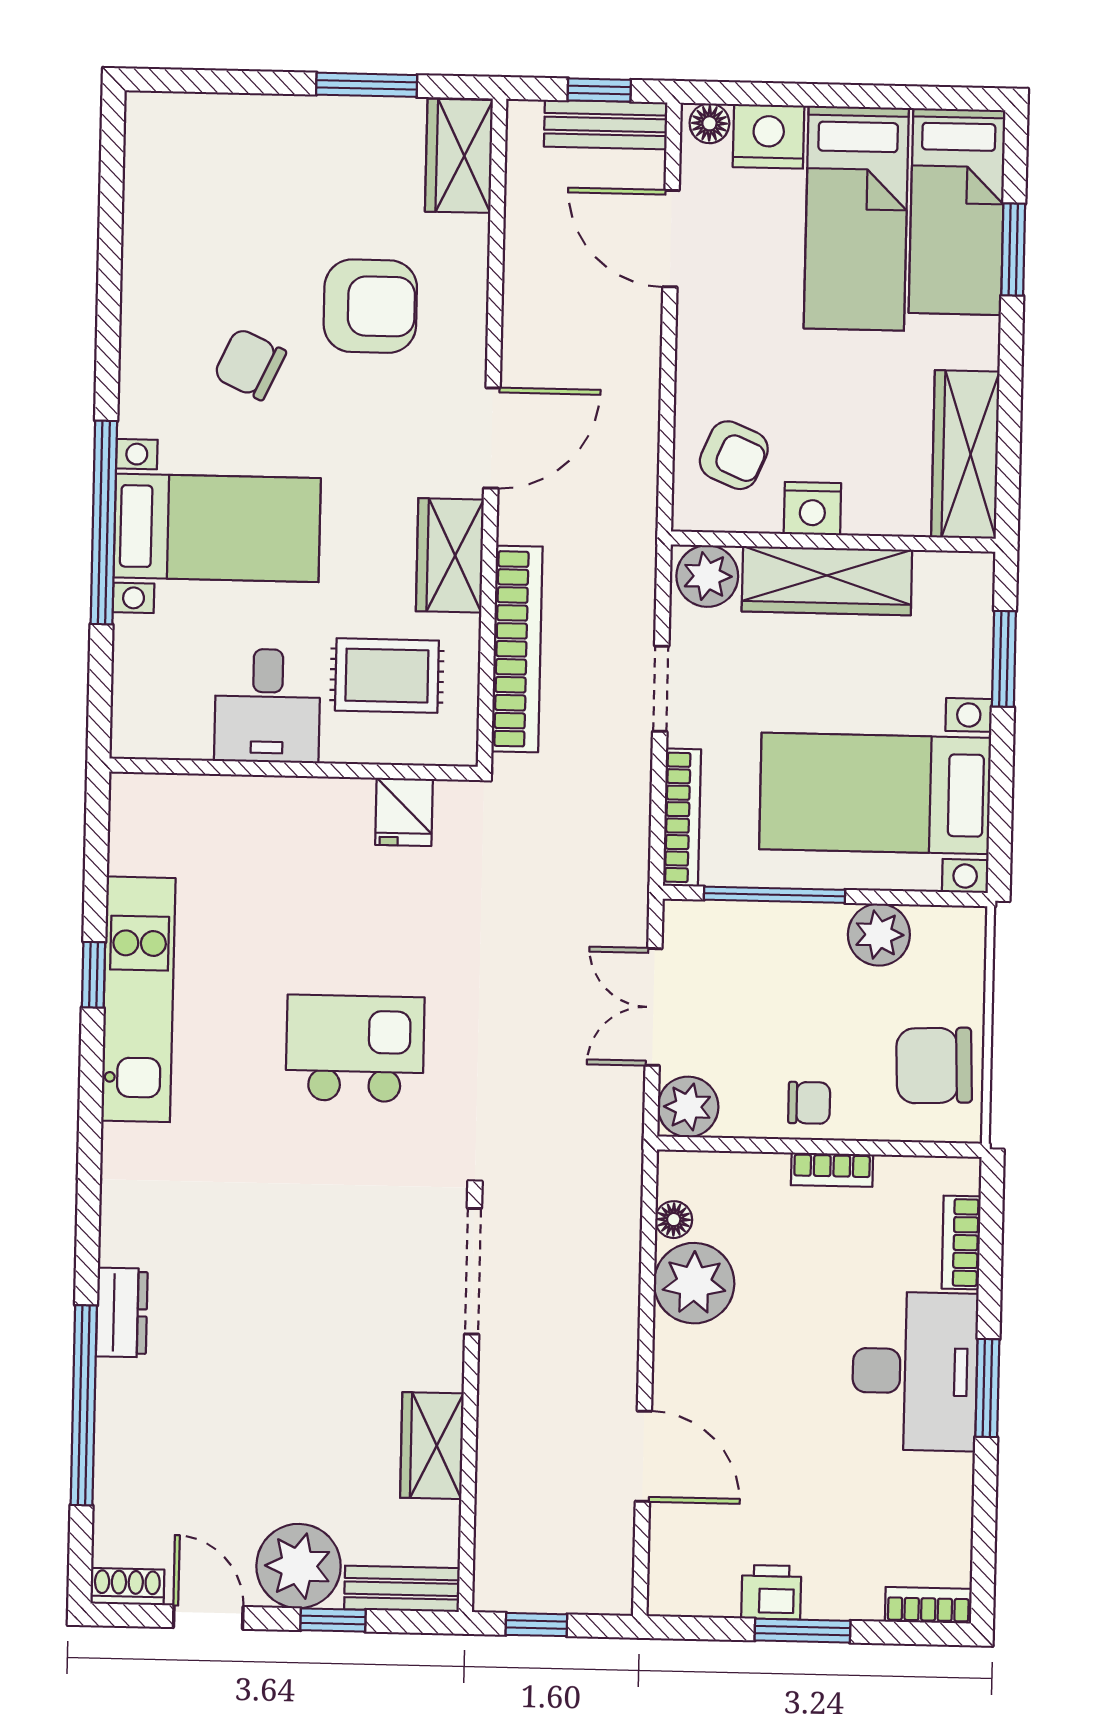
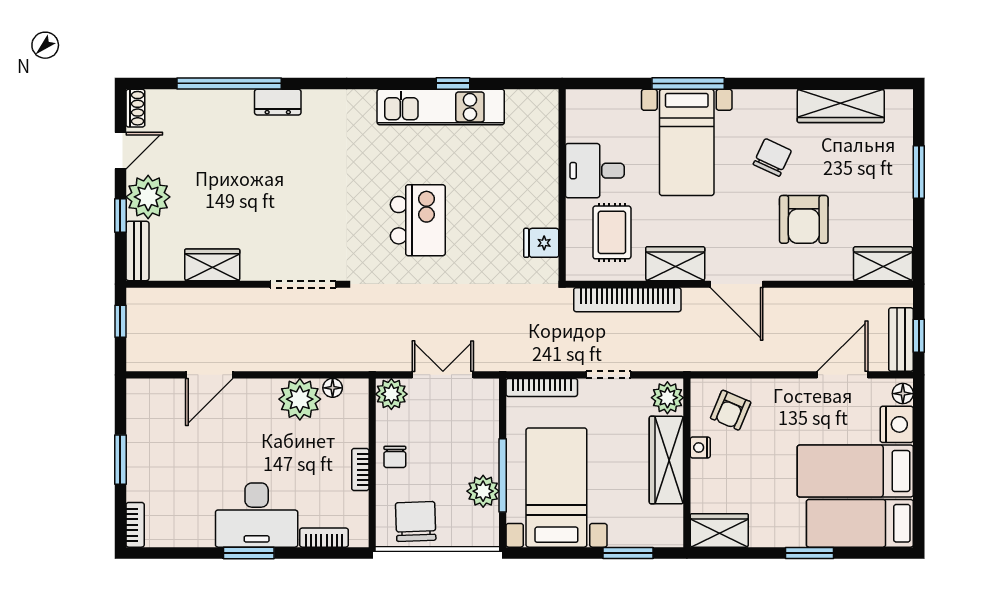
window: (367, 85) -> (919, 172), moved
wardrobe: (154, 230) -> (841, 106), added
window: (1013, 250) -> (810, 553), moved
wardrobe: (965, 454) -> (719, 530), width x0.67
nightstand: (812, 509) -> (700, 447), width x0.72, depth x0.74
window: (104, 523) -> (688, 83), width x0.68
window: (775, 895) -> (503, 475), moved
printer: (771, 1592) -> (140, 443), removed

